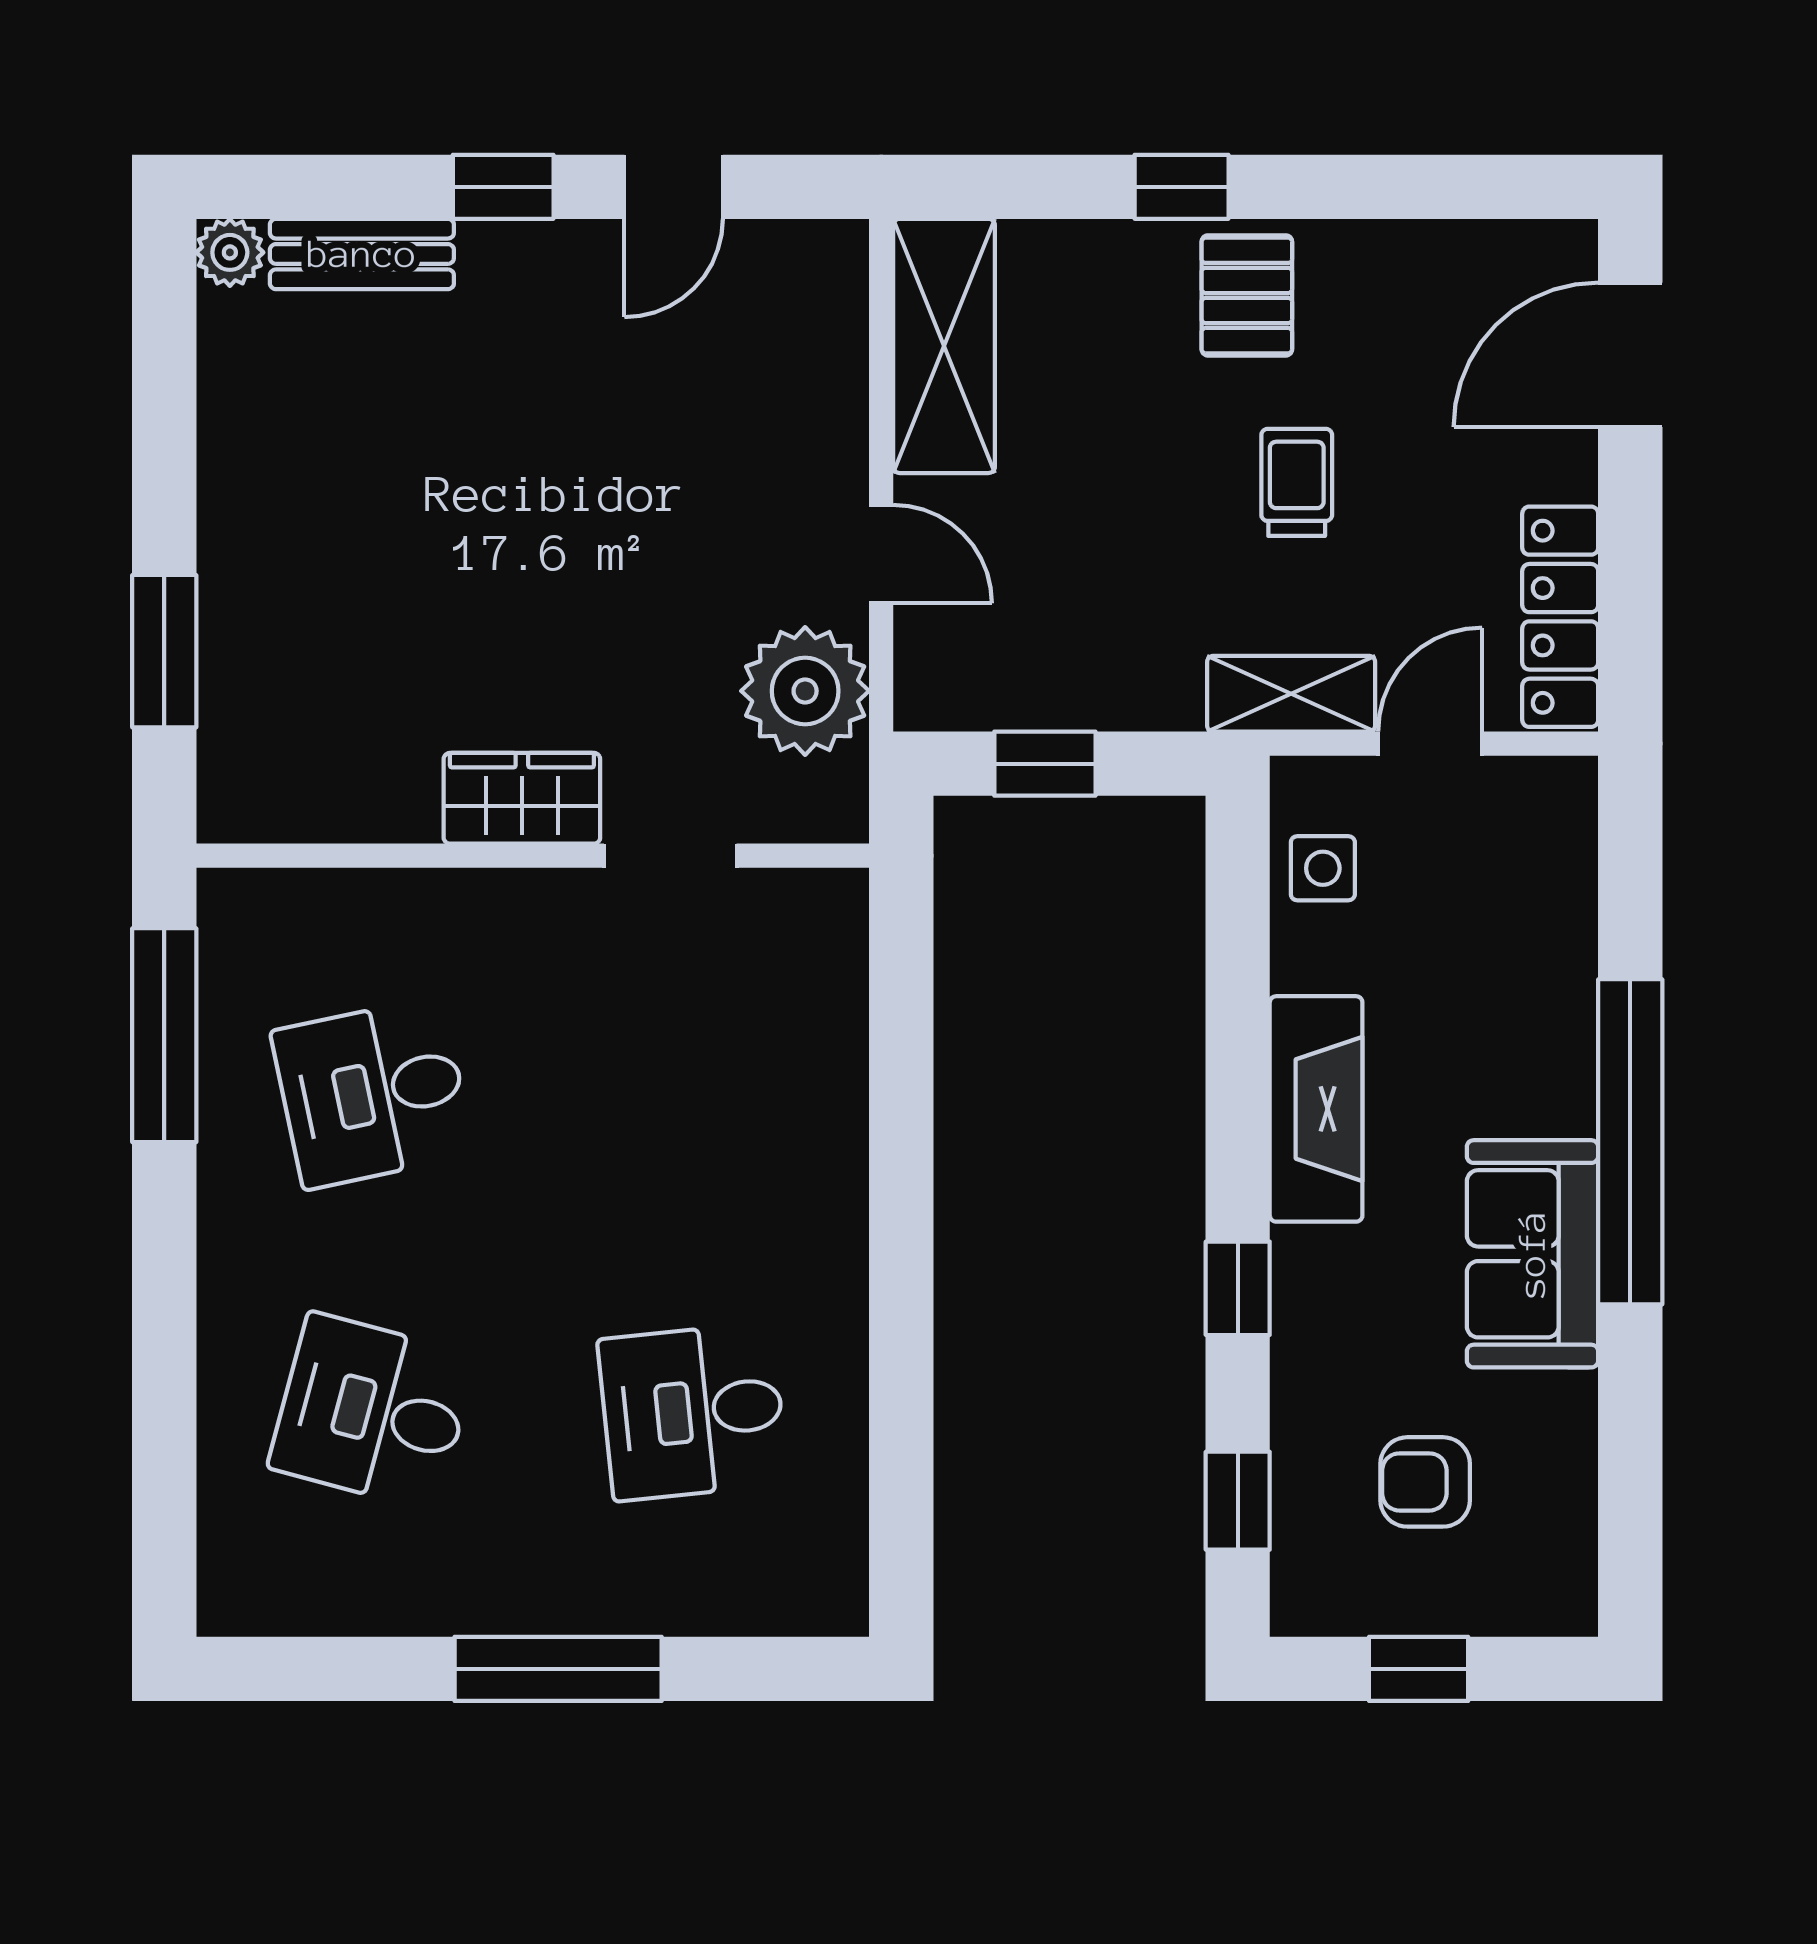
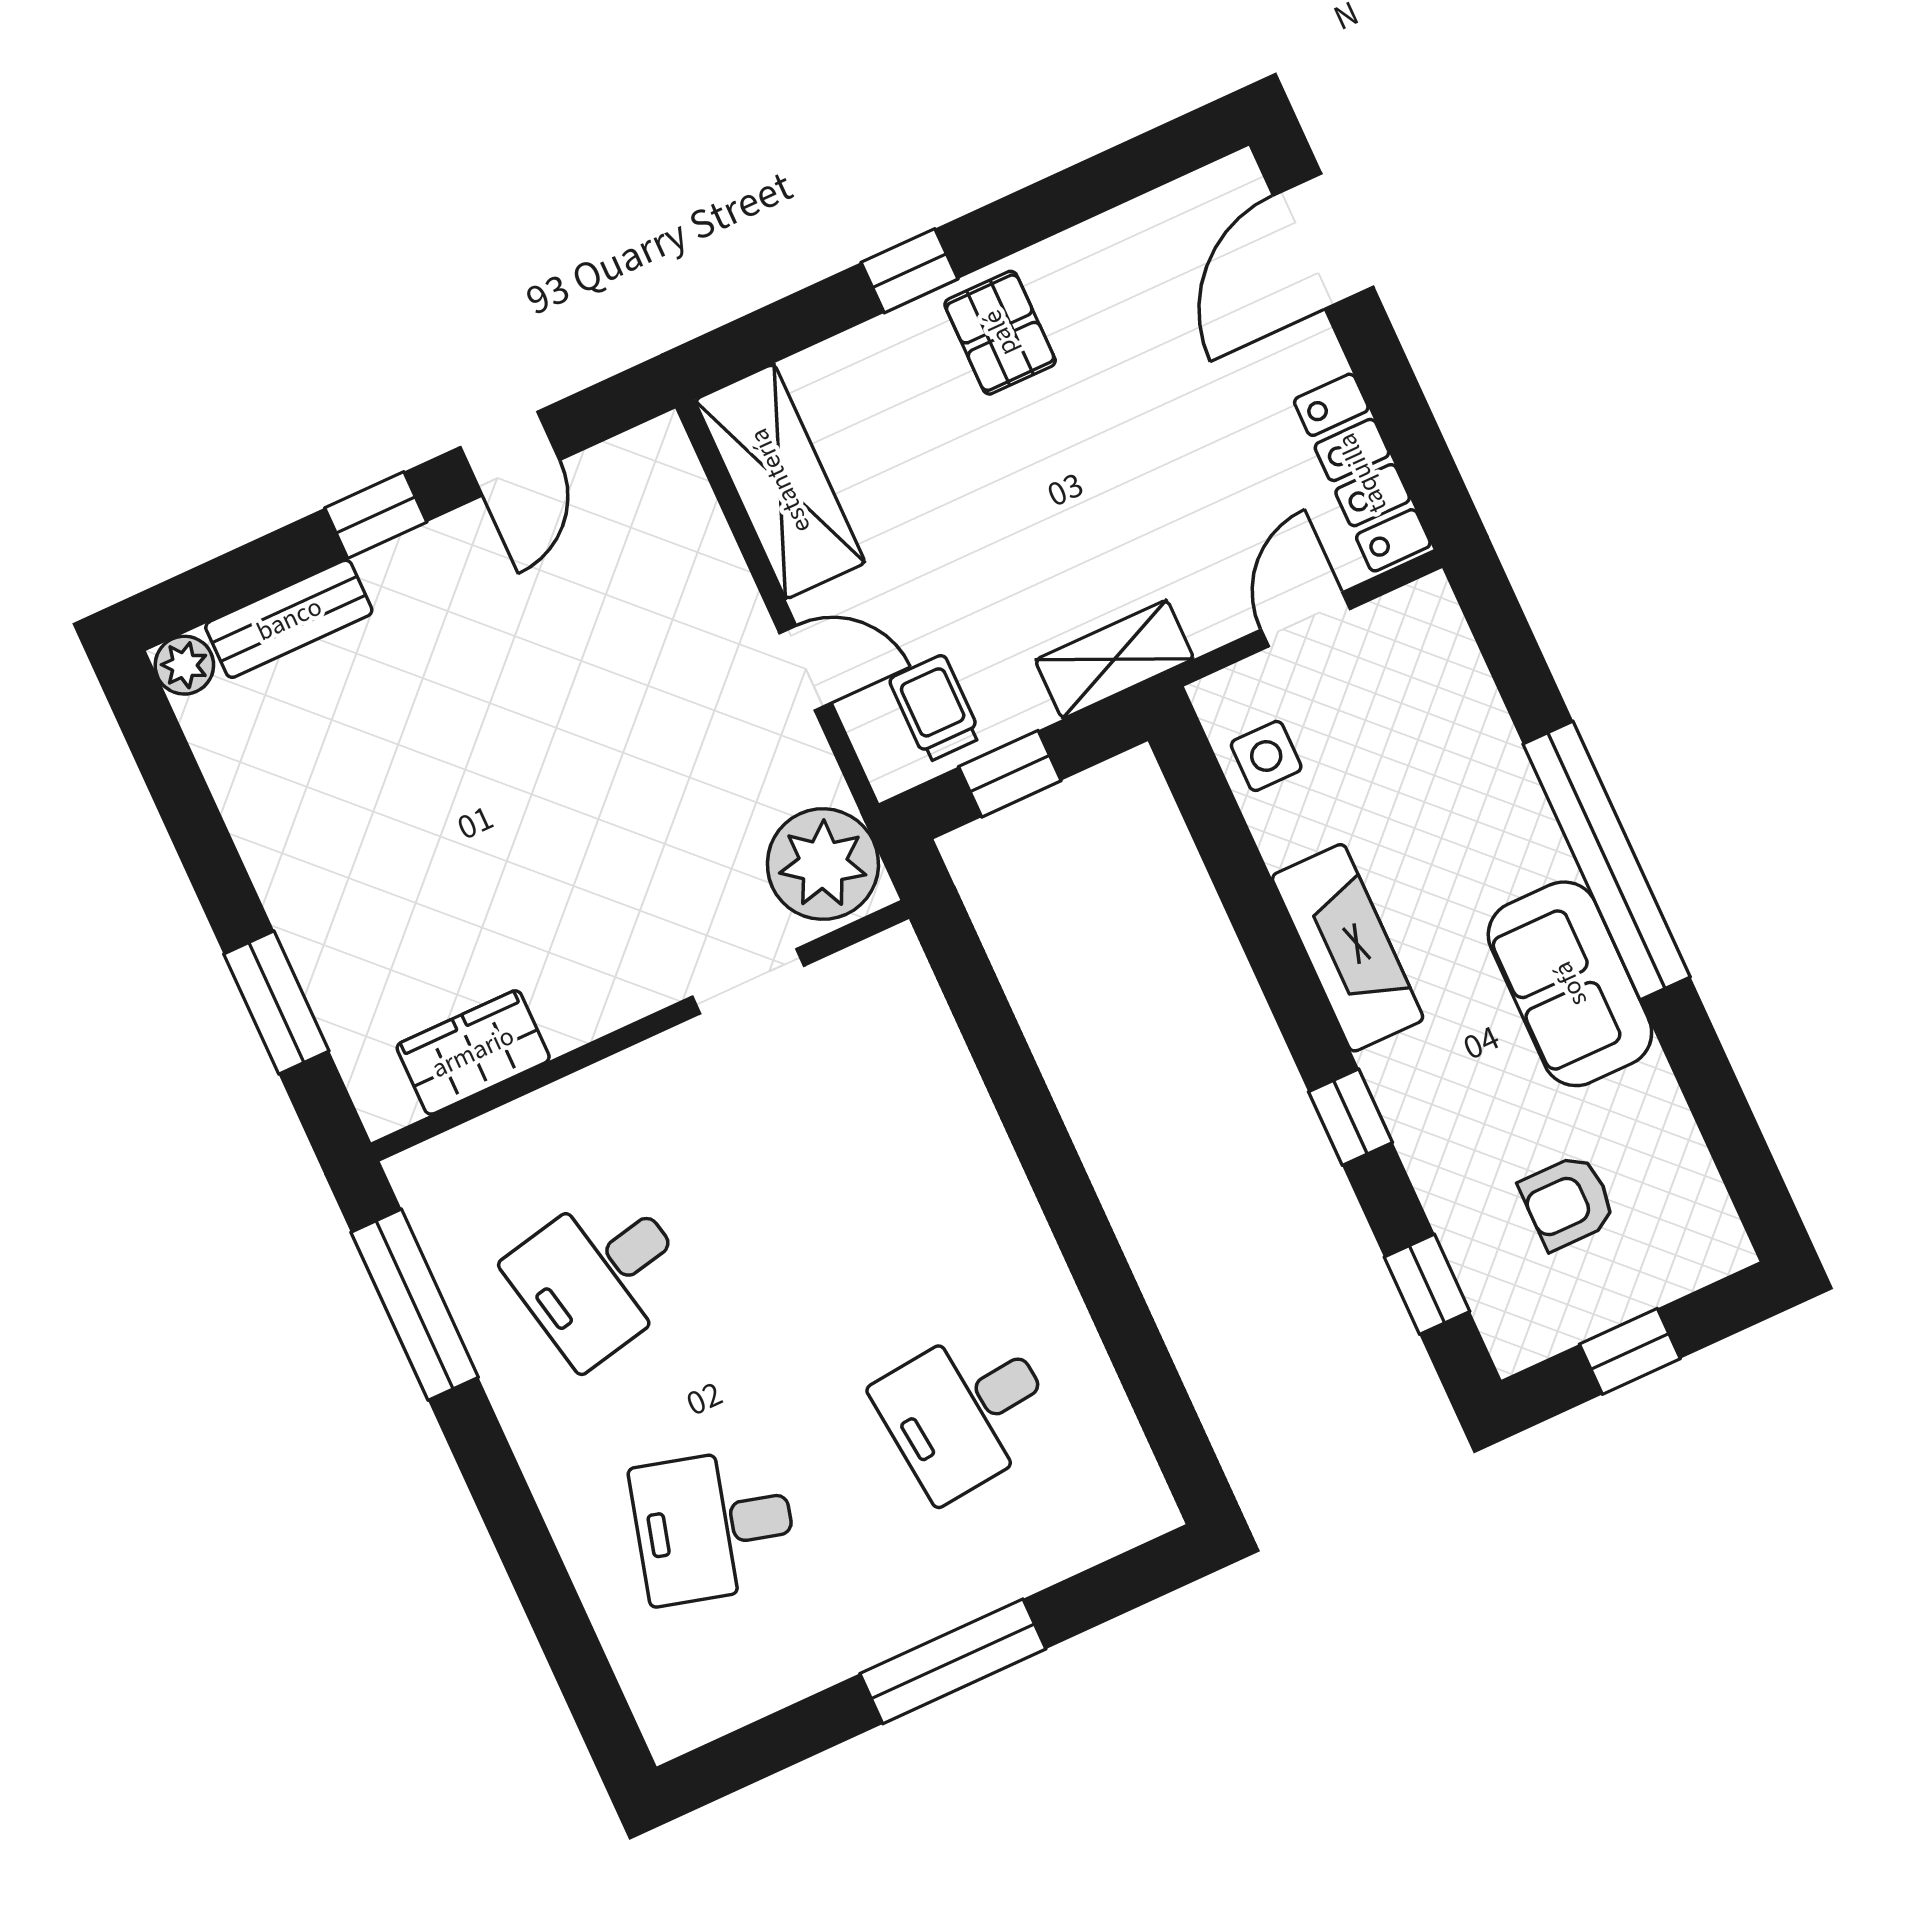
trolley: (1297, 482) -> (935, 708), moved
plant: (805, 691) -> (823, 864), moved
shelving: (1291, 694) -> (1114, 659), moved
wardrobe: (522, 798) -> (473, 1052), moved

